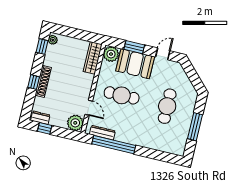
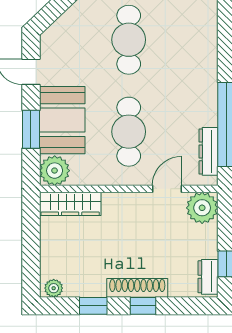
window: (42, 47) -> (93, 306), moved
cafe table: (167, 106) -> (129, 40), turned 90

